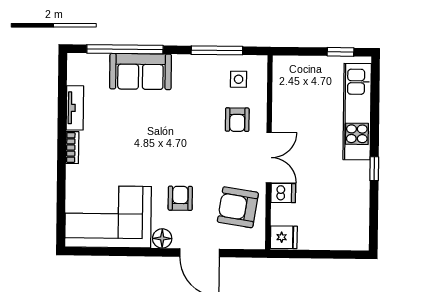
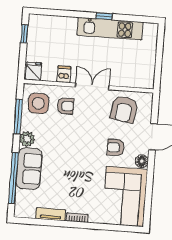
plant: (185, 66) -> (27, 139), added
side table: (239, 79) -> (38, 103), width x1.87, depth x1.87
kitchen unit: (357, 112) -> (110, 29), moved
dishwasher: (283, 193) -> (64, 74), moved
fridge: (284, 237) -> (34, 71), moved

